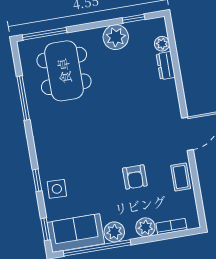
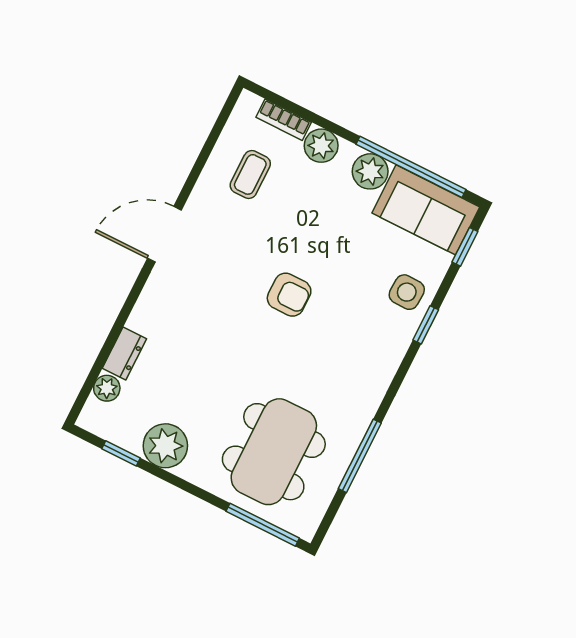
armchair: (135, 177) -> (289, 295), moved, turned 90
coffee table: (181, 177) -> (250, 174), moved

